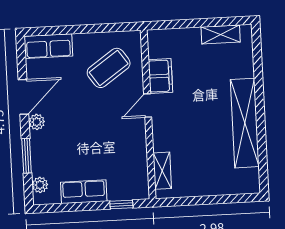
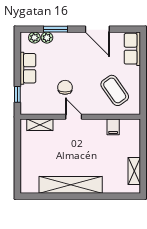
filing cabinet: (160, 76) -> (113, 127), width x0.50
door: (148, 106) -> (74, 117), moved
plant: (37, 122) -> (47, 38), moved
chair: (108, 138) -> (65, 87), added

